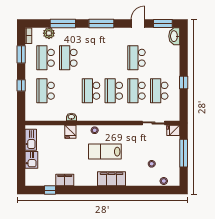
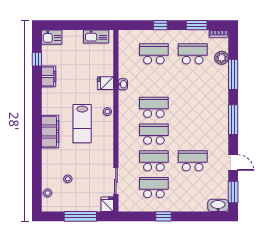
school desk: (68, 58) -> (193, 81), removed
lab bench: (105, 152) -> (82, 124), turned 180
kitchen sink: (31, 160) -> (52, 37), moved

